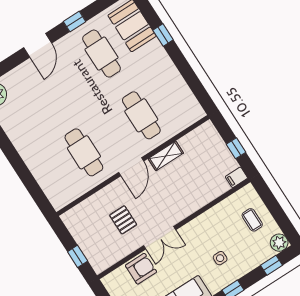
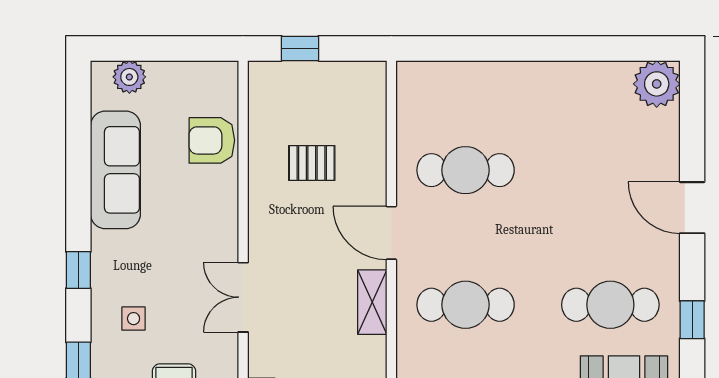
window: (75, 22) -> (692, 320), moved
double door: (160, 238) -> (243, 297), moved
side table: (220, 258) -> (134, 319), moved
armchair: (141, 269) -> (212, 140), turned 90

